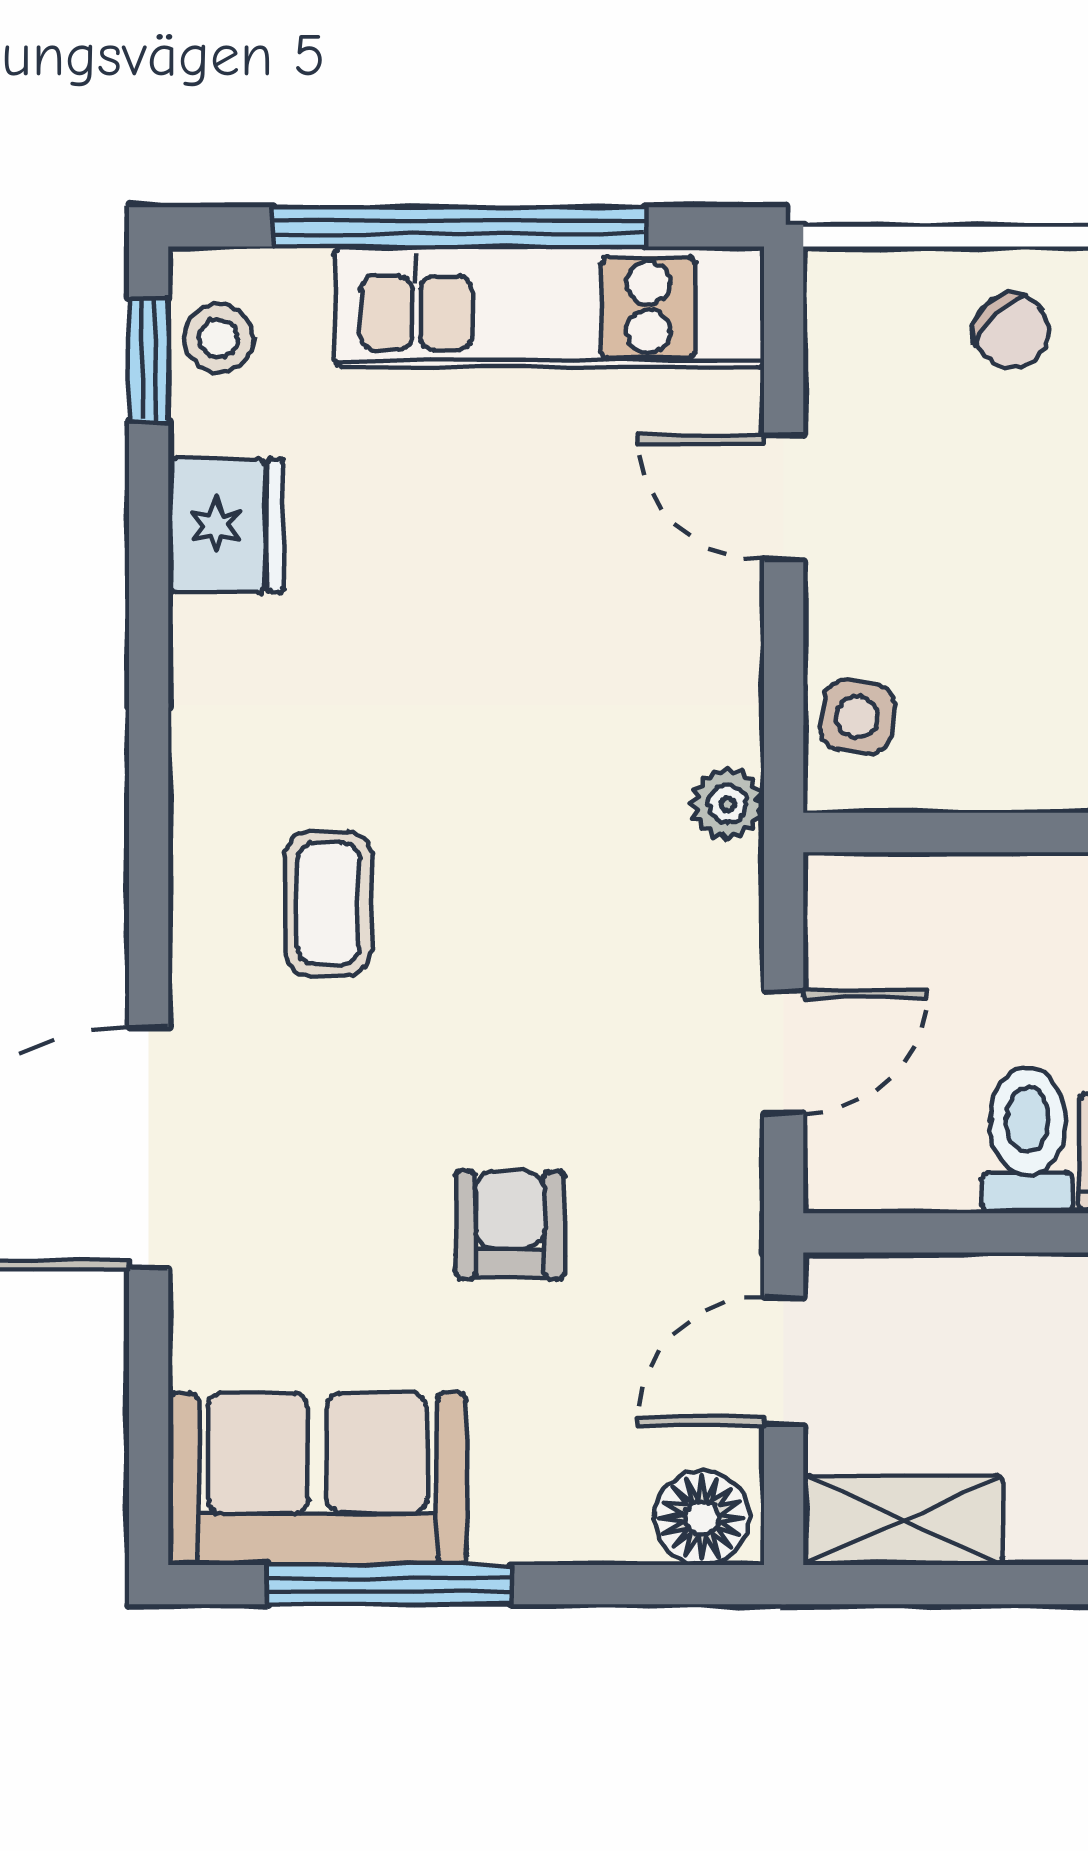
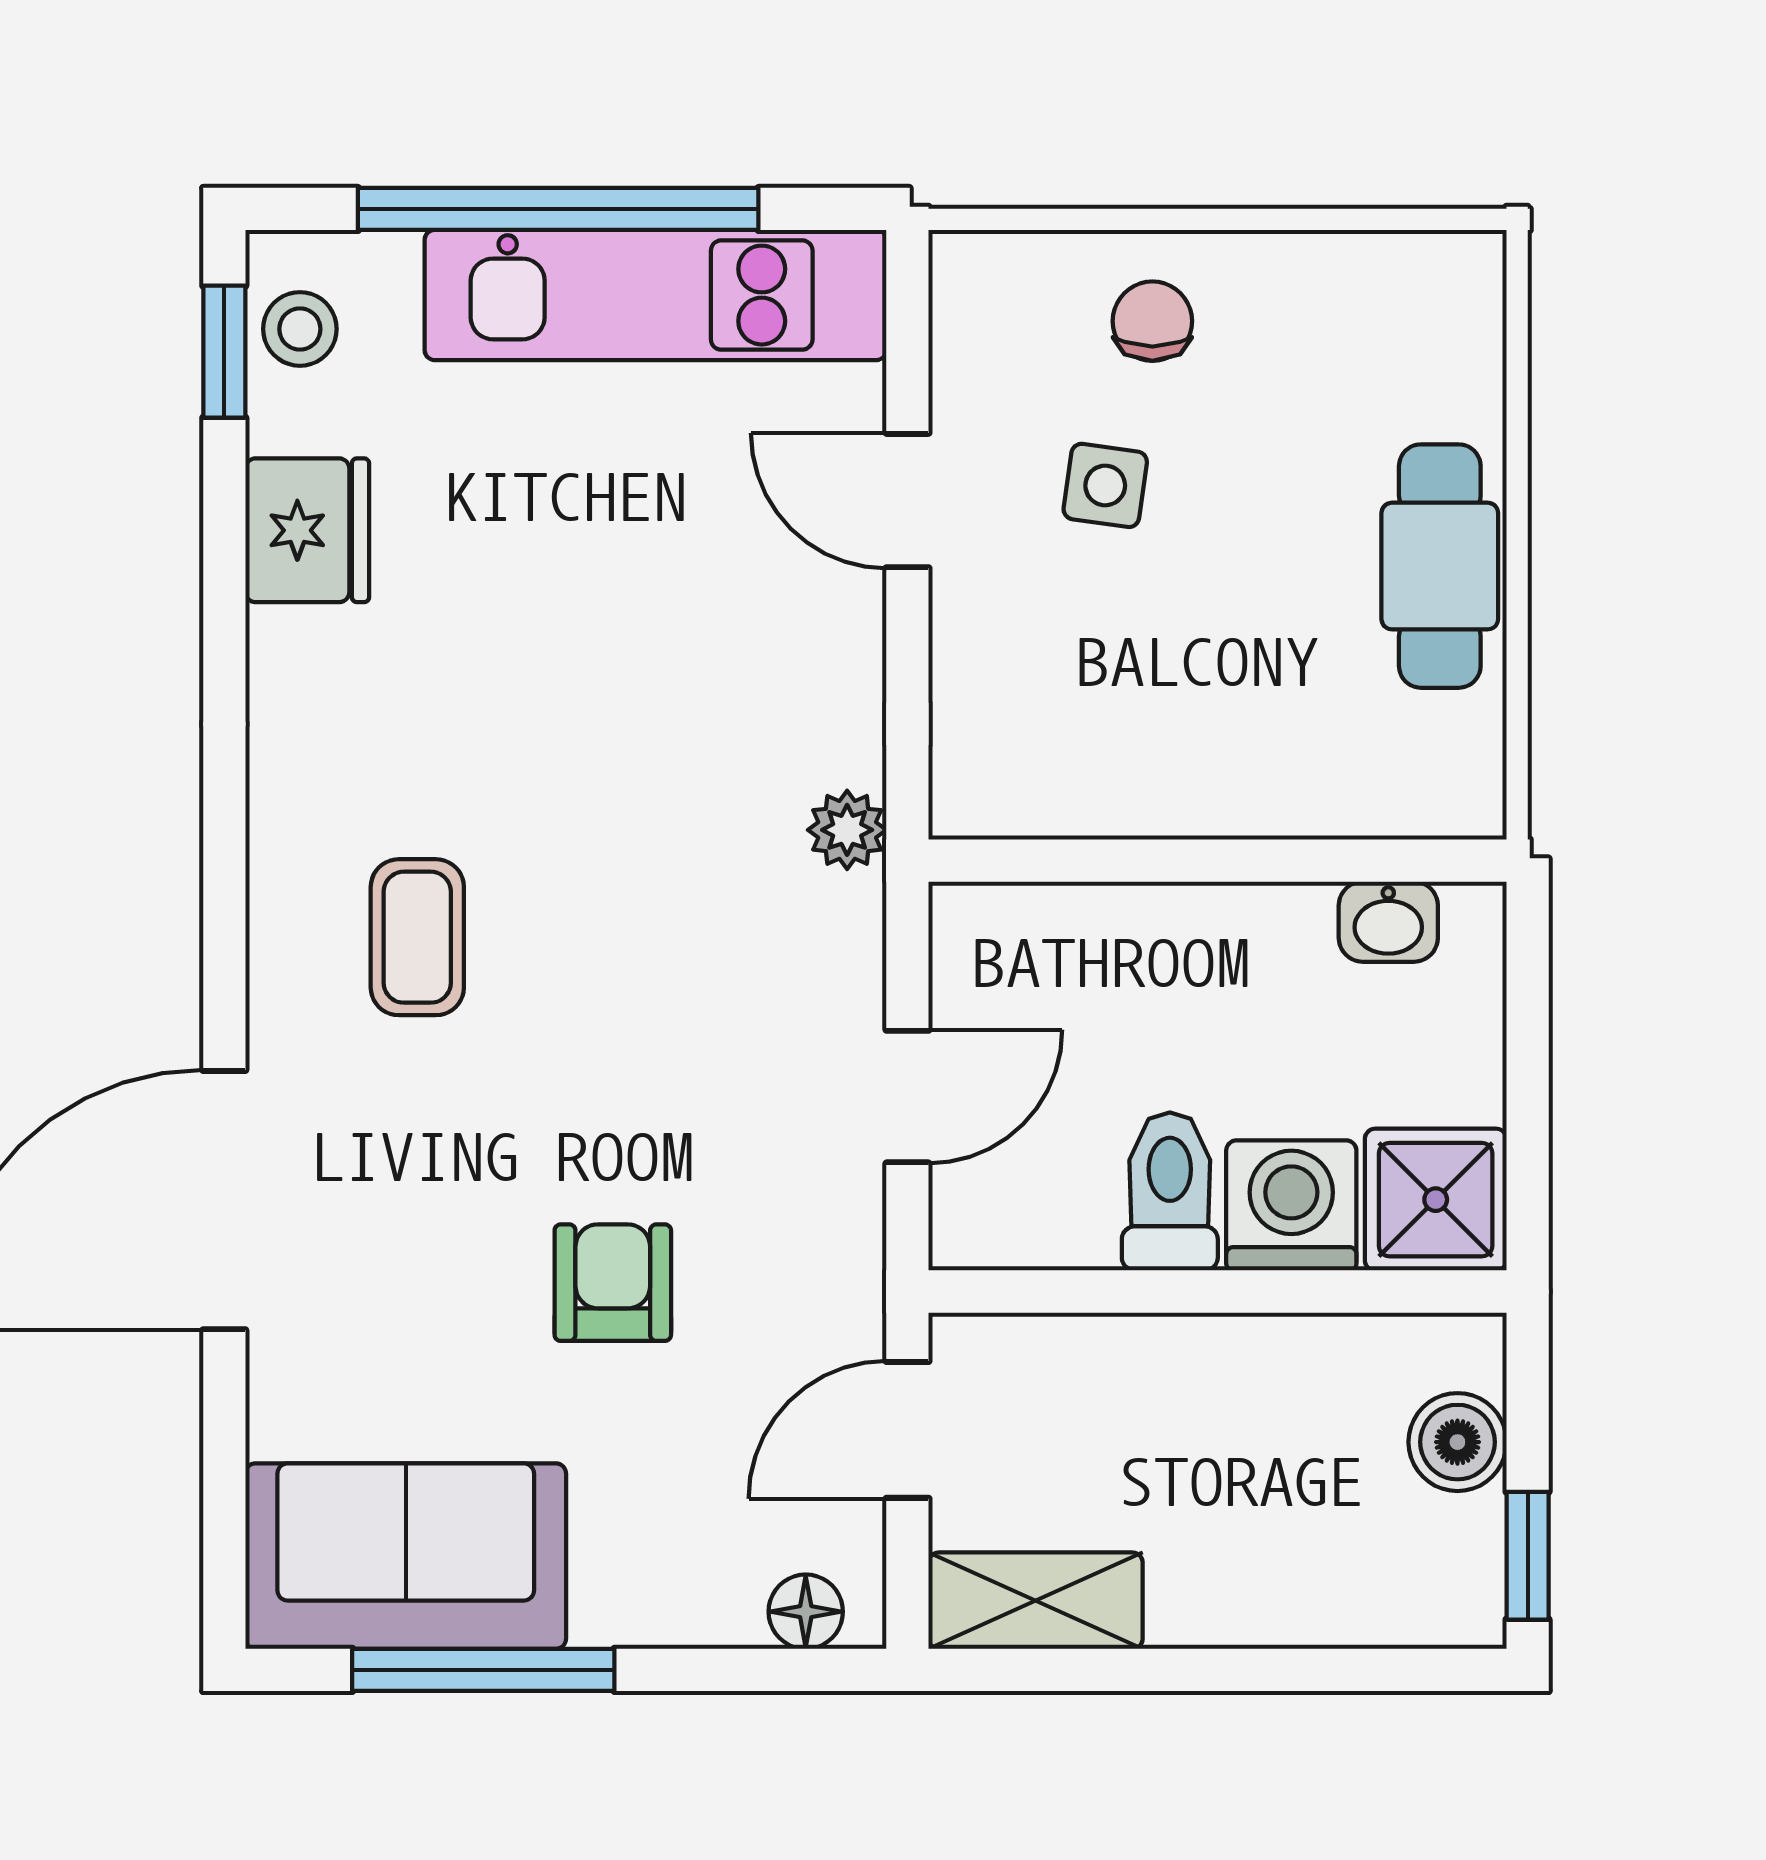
chair: (1011, 331) -> (1152, 321), turned -137
side table: (857, 717) -> (1105, 485), moved
floor lamp: (702, 1518) -> (806, 1612), width x0.73, depth x0.73

